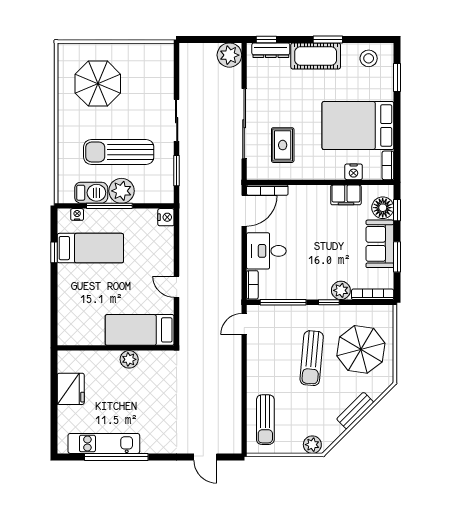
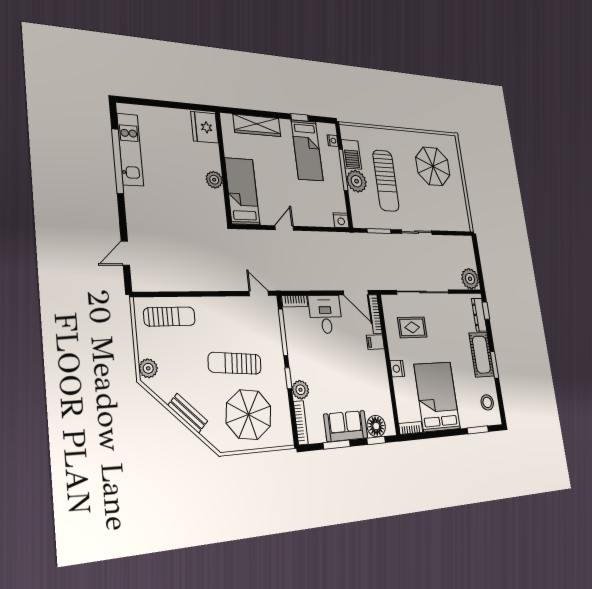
sun lounger: (119, 152) -> (386, 181), turned 180
nightstand: (354, 172) -> (397, 369), moved
filing cabinet: (346, 195) -> (375, 342), moved, width x0.50
wardrobe: (68, 304) -> (257, 125), added
fridge: (71, 389) -> (205, 127), moved, turned 90
sun lounger: (265, 420) -> (169, 317), turned 180

